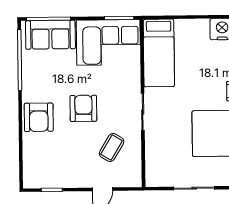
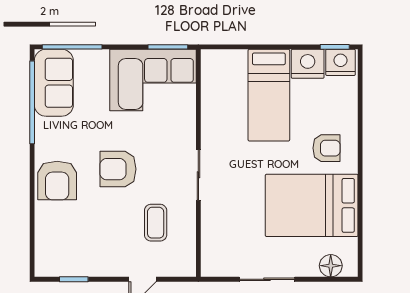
sofa: (50, 35) -> (54, 83), moved, turned -90
bed: (159, 53) -> (269, 95), moved
armchair: (83, 108) -> (118, 169), turned -90
coffee table: (112, 147) -> (156, 223), turned -31

